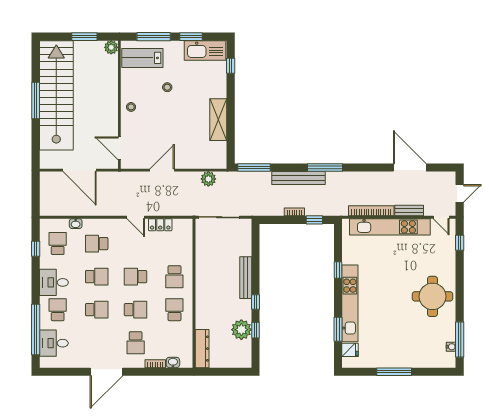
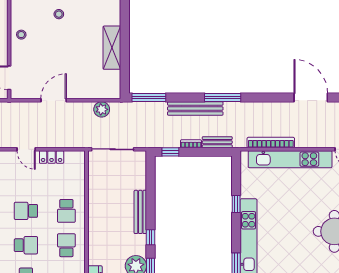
bench: (409, 211) -> (217, 142), moved
window: (314, 220) -> (170, 152), moved

